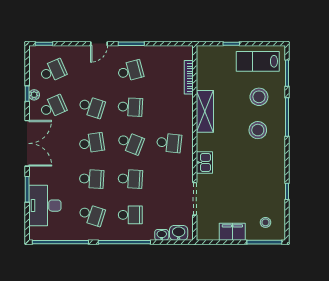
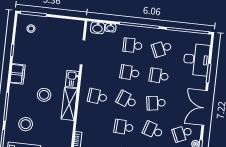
shelving: (205, 111) -> (69, 104), moved
stool: (258, 130) -> (44, 95), moved
school desk: (92, 215) -> (162, 49), turned -42
filing cabinet: (232, 232) -> (18, 74), moved, turned -90

